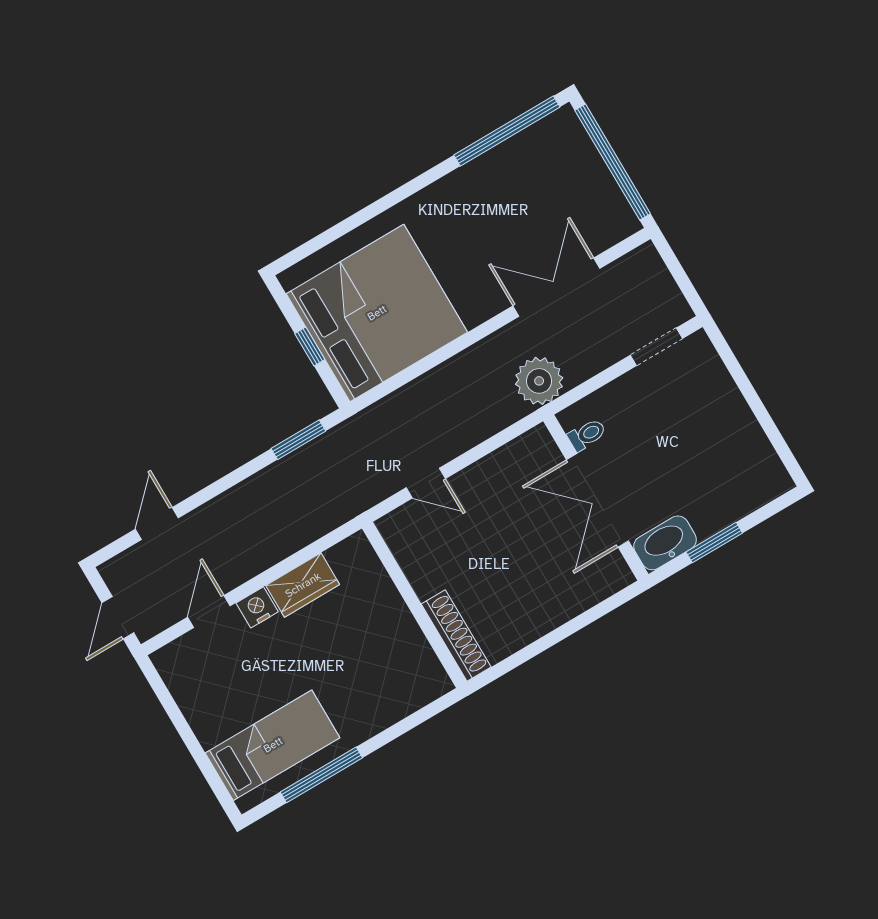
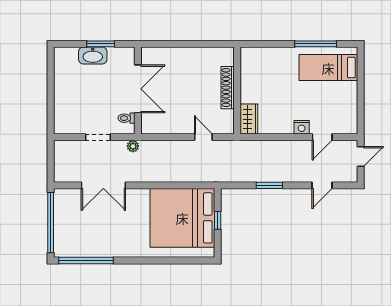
doorway: (657, 347) -> (98, 137), moved
plant: (539, 381) -> (133, 146), width x0.53, depth x0.53
window: (298, 440) -> (269, 185), moved
washbasin: (665, 543) -> (93, 56), moved
wardrobe: (303, 585) -> (249, 119), moved, turned 90
shoe rack: (456, 635) -> (228, 88), moved

